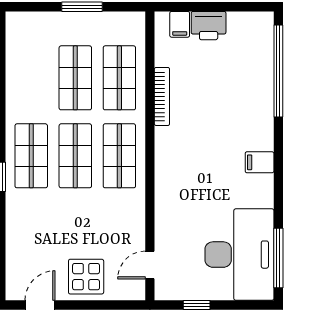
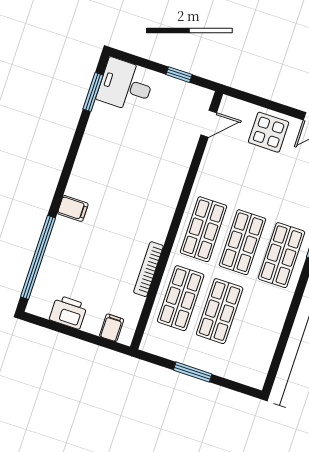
printer: (209, 26) -> (68, 312), moved
filing cabinet: (260, 162) -> (73, 208), moved
desk: (239, 255) -> (126, 85), width x0.53, depth x0.77
window: (278, 258) -> (93, 92), width x0.69

